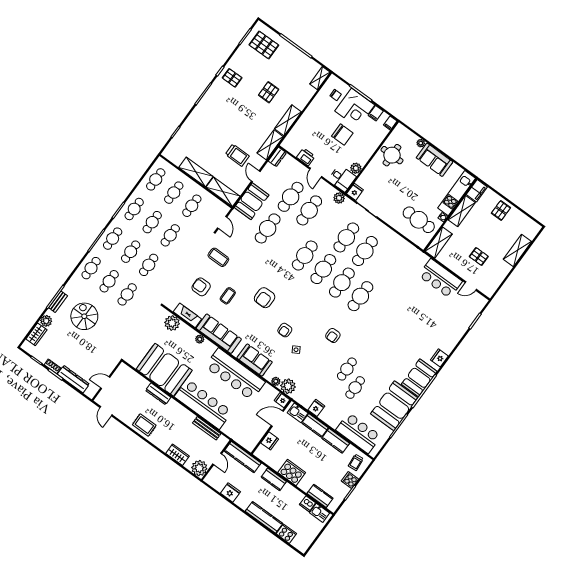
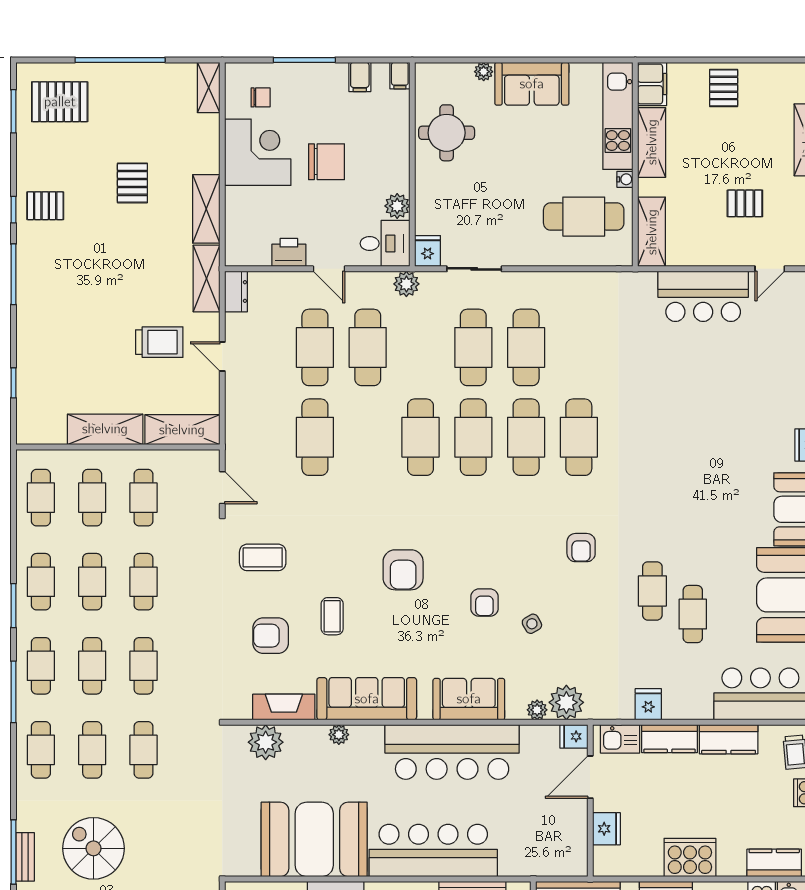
corner desk: (355, 108) -> (258, 152), moved, turned -90
booth: (252, 201) -> (248, 408), removed

